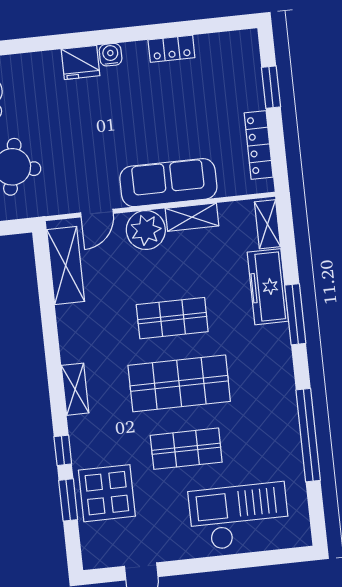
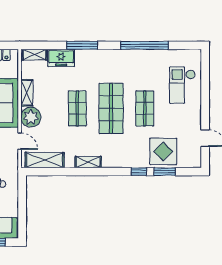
freezer: (268, 287) -> (61, 58), width x0.71
shelving: (75, 389) -> (88, 162), moved
checkout: (239, 517) -> (182, 85), width x0.73, depth x0.83

